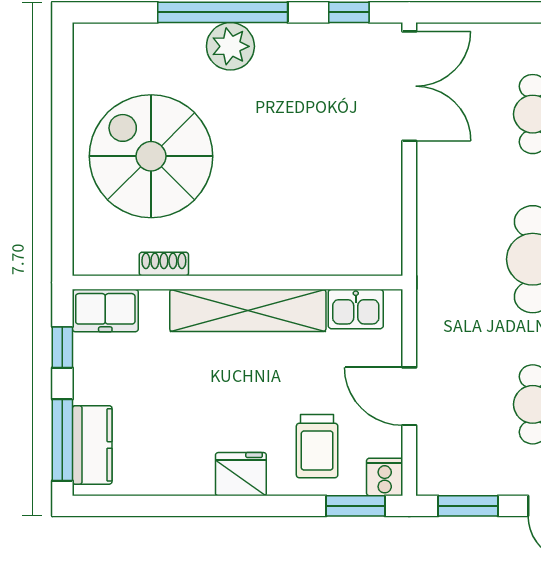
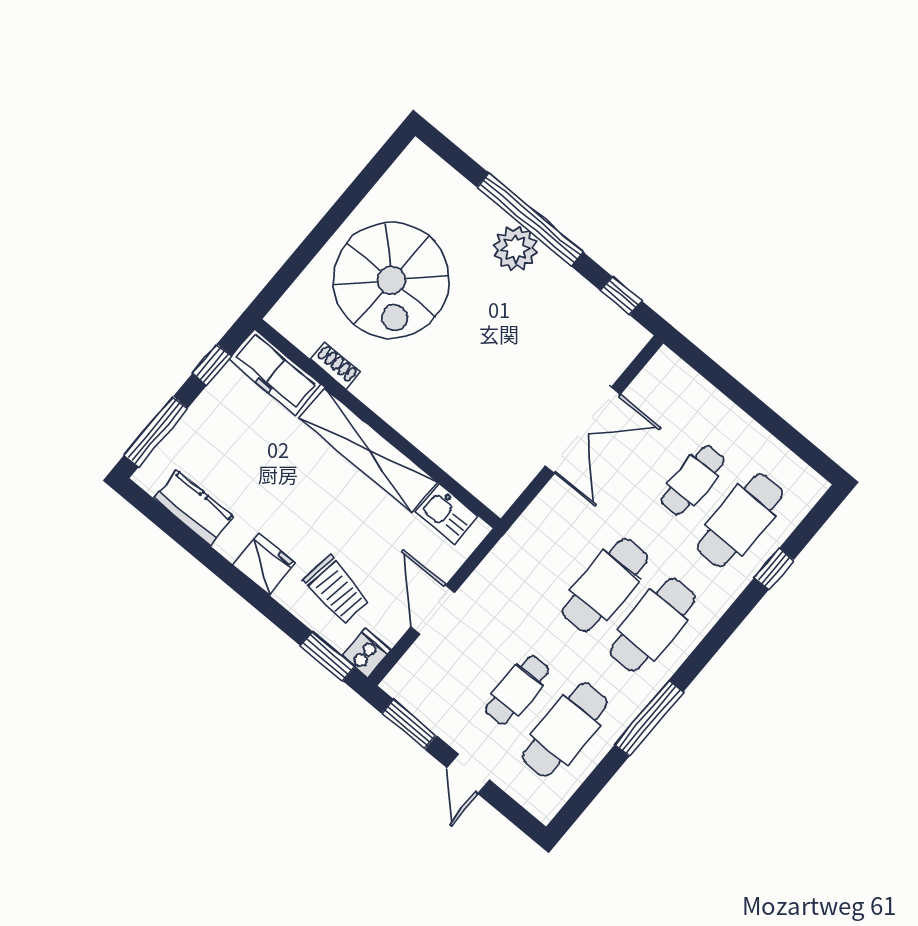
double door: (409, 86) -> (583, 430), moved
spiral stairs: (151, 156) -> (391, 280), turned 180
freezer: (105, 311) -> (275, 372), width x1.40
kitchen counter: (92, 445) -> (194, 508), moved, turned -90
trolley: (317, 446) -> (336, 590), turned -81

